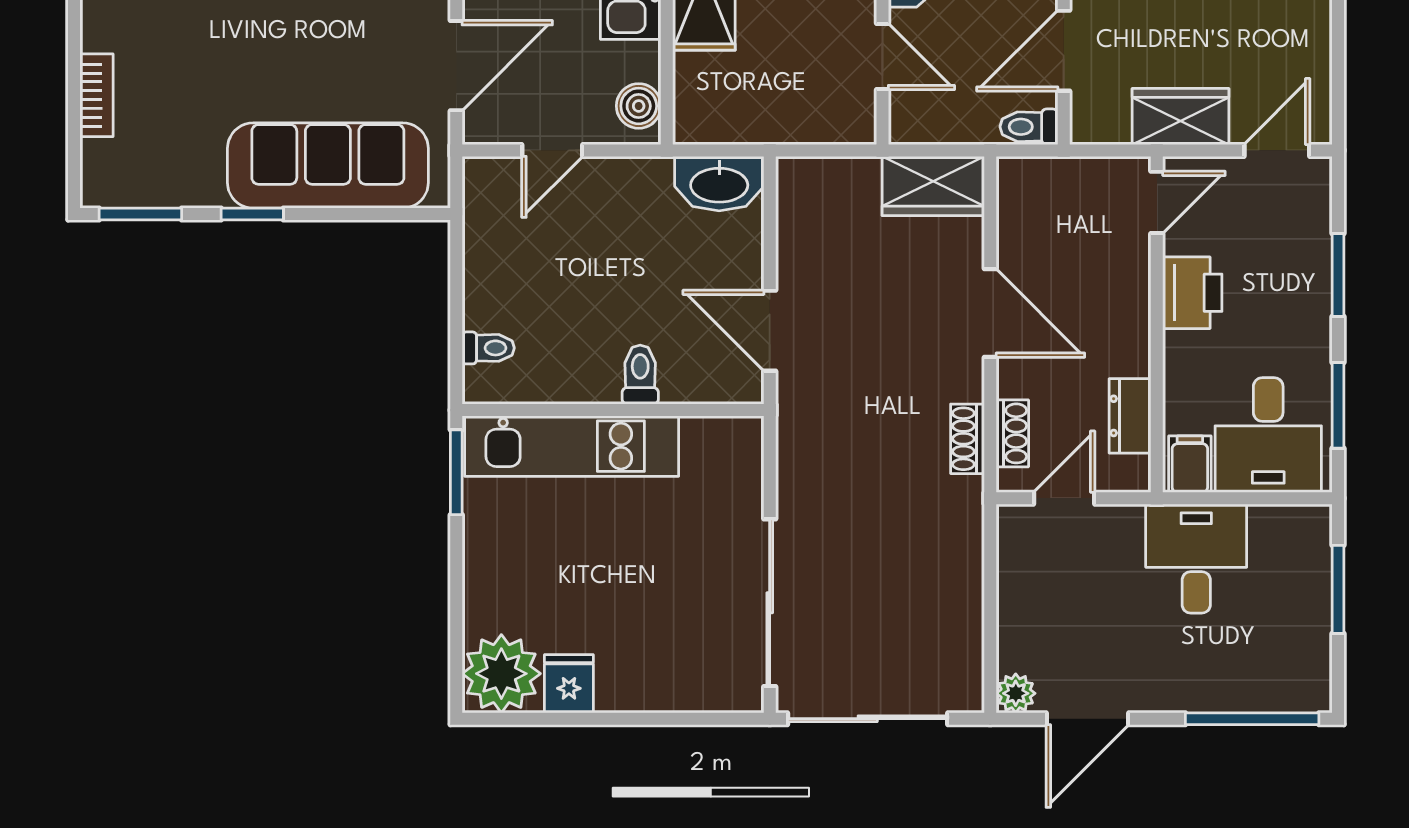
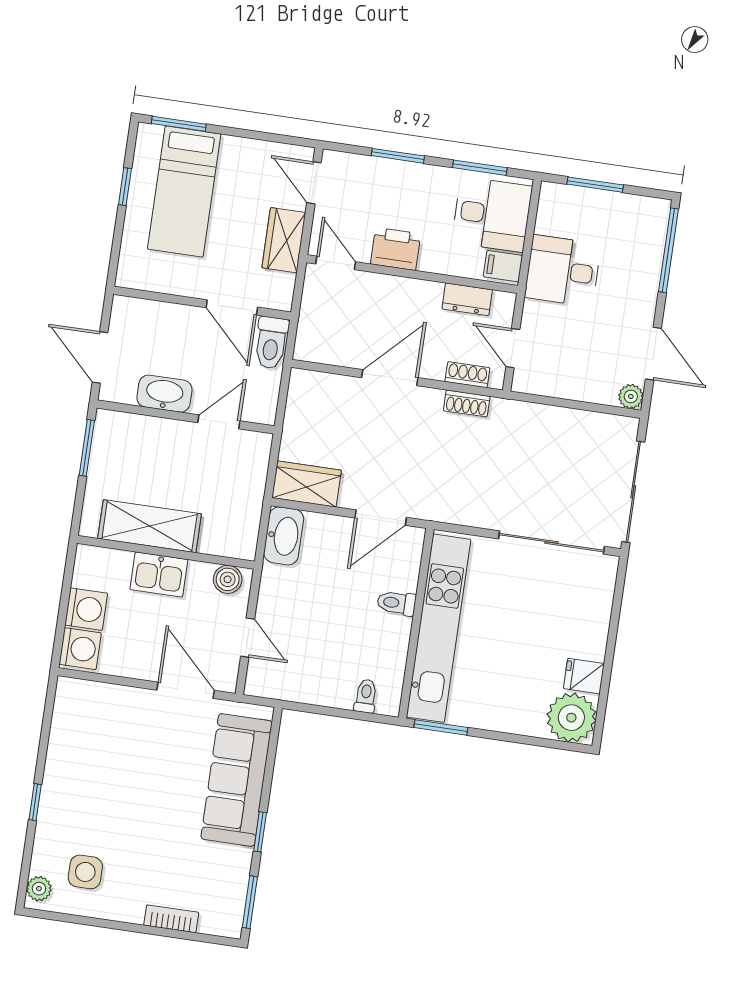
toilet: (1029, 127) -> (271, 343), width x1.37, depth x1.39
wardrobe: (933, 186) -> (307, 484), moved, turned -90
kitchen unit: (572, 446) -> (439, 628), width x1.36

